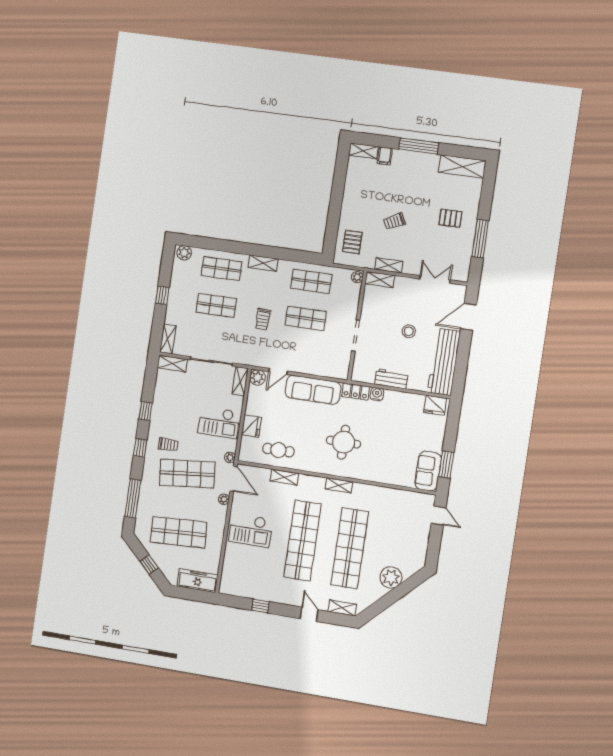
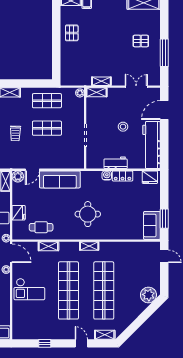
trolley: (394, 221) -> (101, 49), removed
pallet: (352, 242) -> (72, 33), moved
locker: (356, 392) -> (123, 176), moved
plant: (391, 577) -> (148, 295), moved

